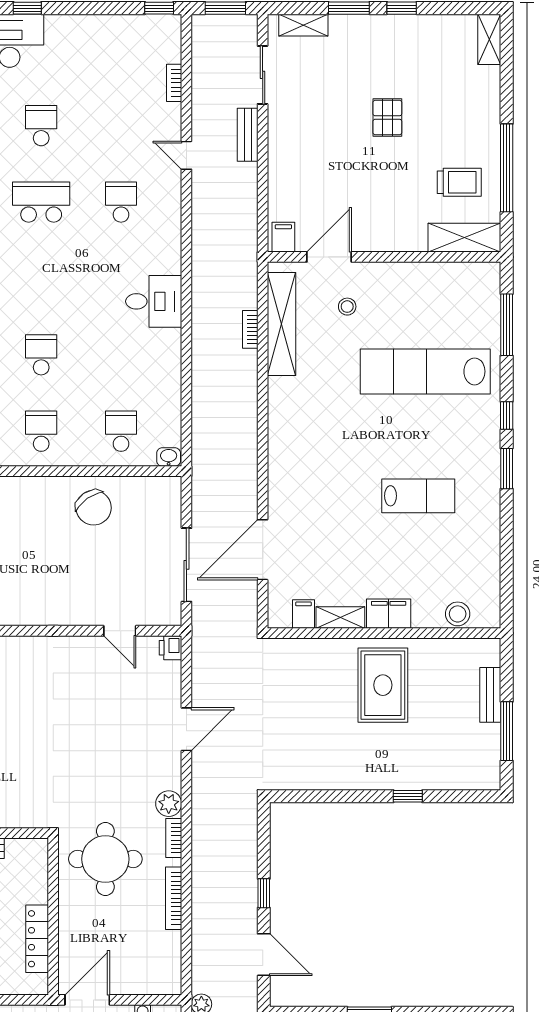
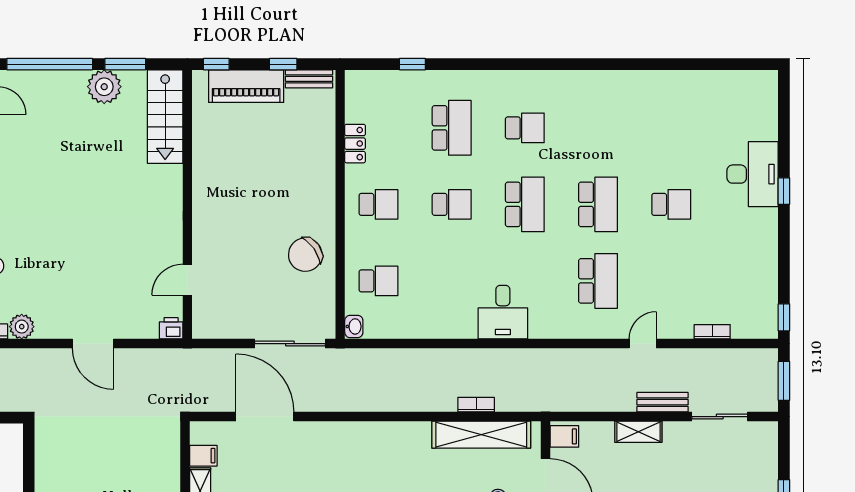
shelving: (303, 25) -> (638, 432), moved, turned 90
school desk: (121, 202) -> (598, 281), width x1.85
school desk: (41, 278) -> (525, 204), added
sliding door: (186, 565) -> (290, 344), moved

